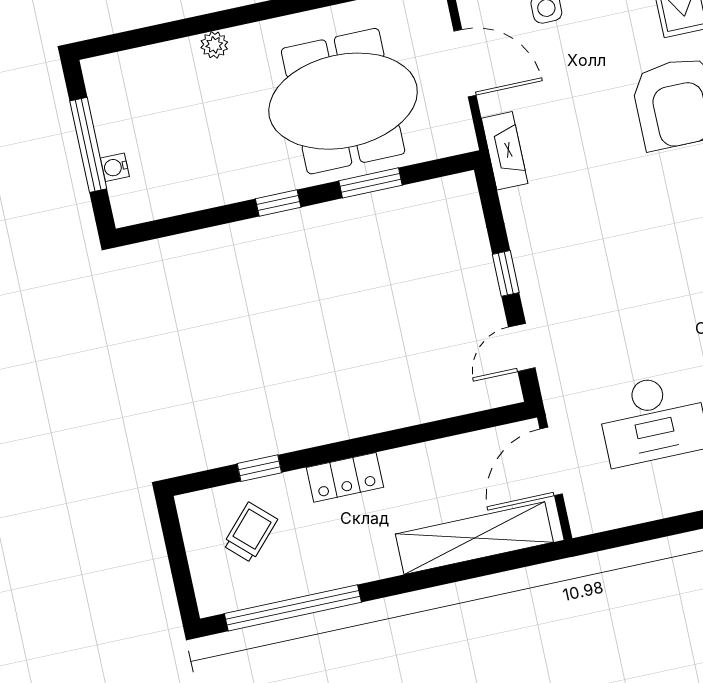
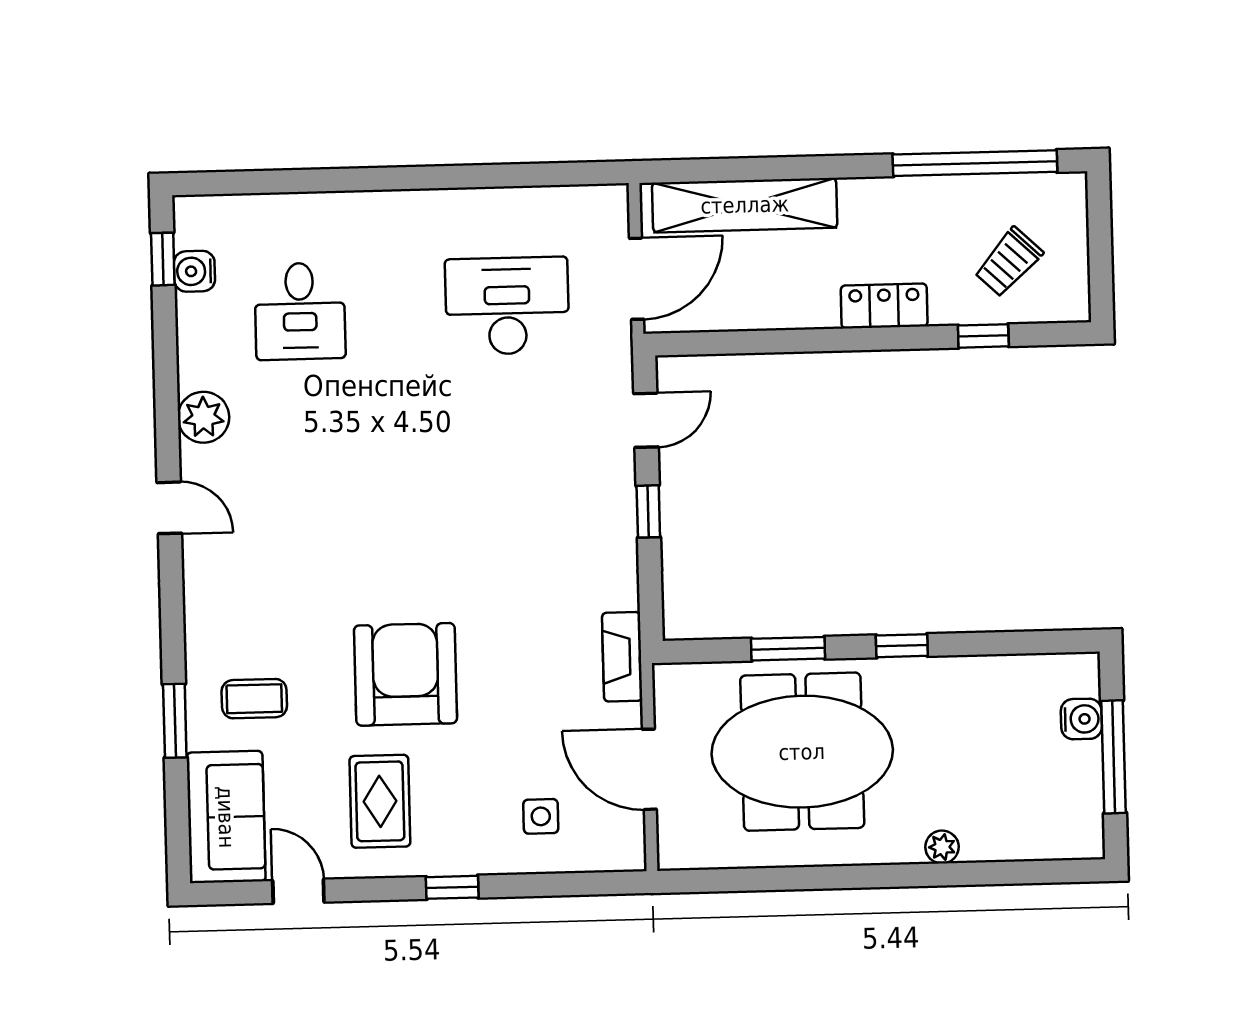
water cooler: (115, 167) -> (1081, 719), width x1.38, depth x1.38

